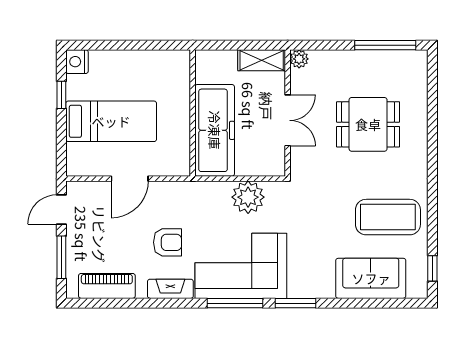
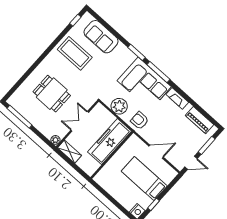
armchair: (168, 242) -> (140, 121), moved

